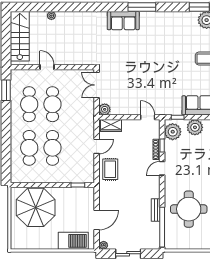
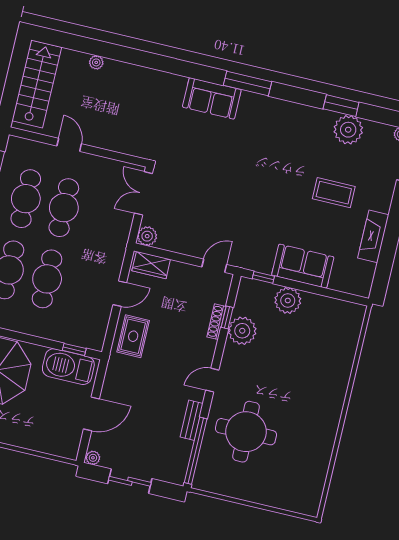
door: (148, 117) -> (214, 266), hinge flipped
plant: (173, 132) -> (242, 331), moved
door: (162, 168) -> (212, 380), moved
barbecue: (73, 241) -> (68, 367), moved, turned 180

